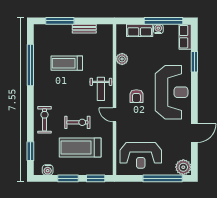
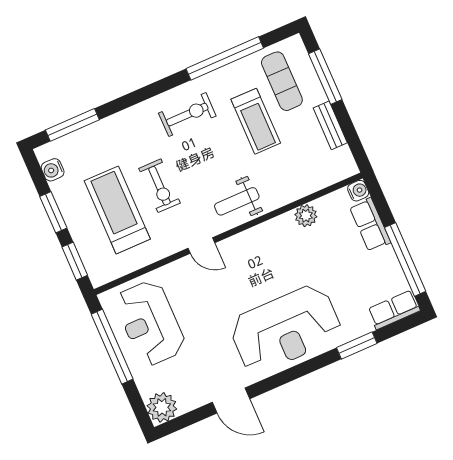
water cooler: (158, 29) -> (358, 191), moved
exercise mat: (53, 42) -> (282, 81), added
treadmill: (67, 63) -> (256, 121), turned 180
armchair: (136, 96) -> (251, 270), removed
door: (115, 115) -> (201, 246), swing flipped
exercise bike: (45, 120) -> (187, 115), moved
window: (30, 151) -> (72, 125), width x1.44
window: (163, 178) -> (112, 347), moved

